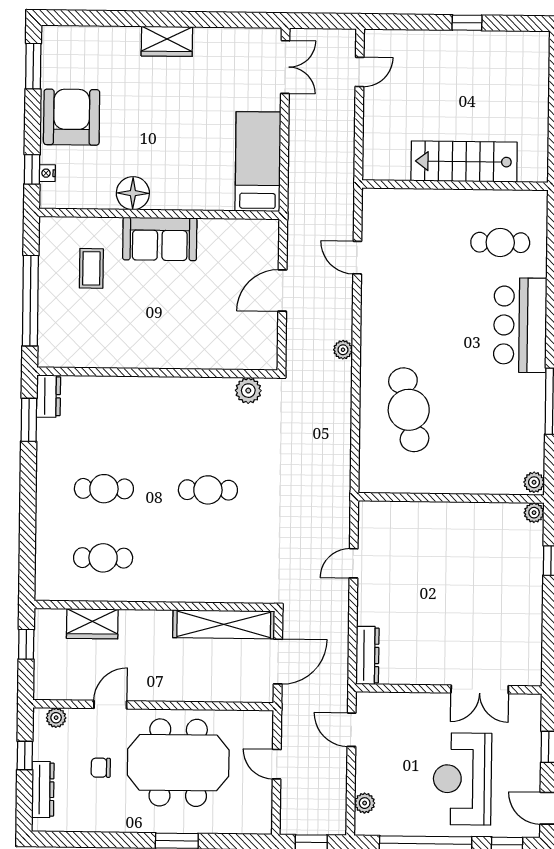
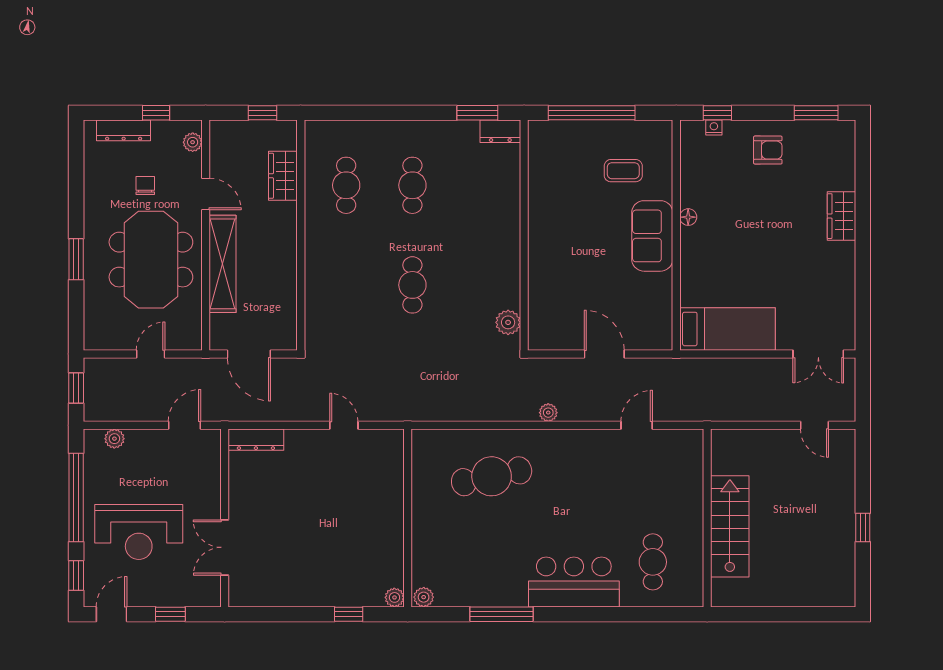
wardrobe: (167, 41) -> (842, 216), moved
armchair: (72, 117) -> (768, 150), width x0.53, depth x0.53
floor lamp: (133, 193) -> (688, 217), width x0.53, depth x0.53
shelving: (224, 624) -> (223, 264), moved
reception desk: (462, 779) -> (139, 532), turned 180

